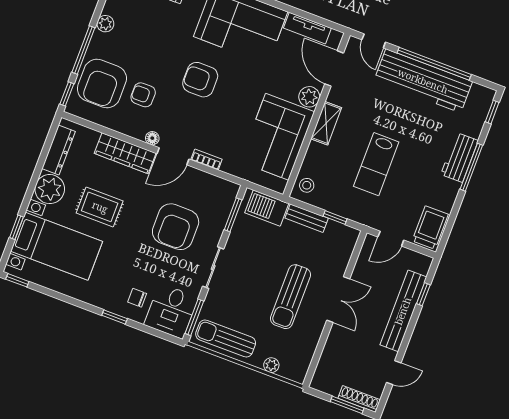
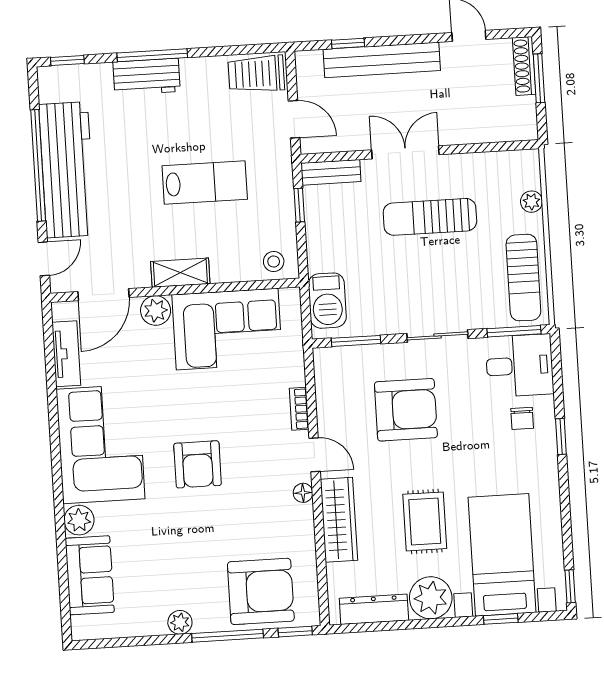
armchair: (143, 95) -> (251, 531), removed
door: (173, 156) -> (315, 455), width x0.73
bench: (307, 218) -> (331, 172), moved, turned 90
sun lounger: (290, 297) -> (430, 217), turned 180

